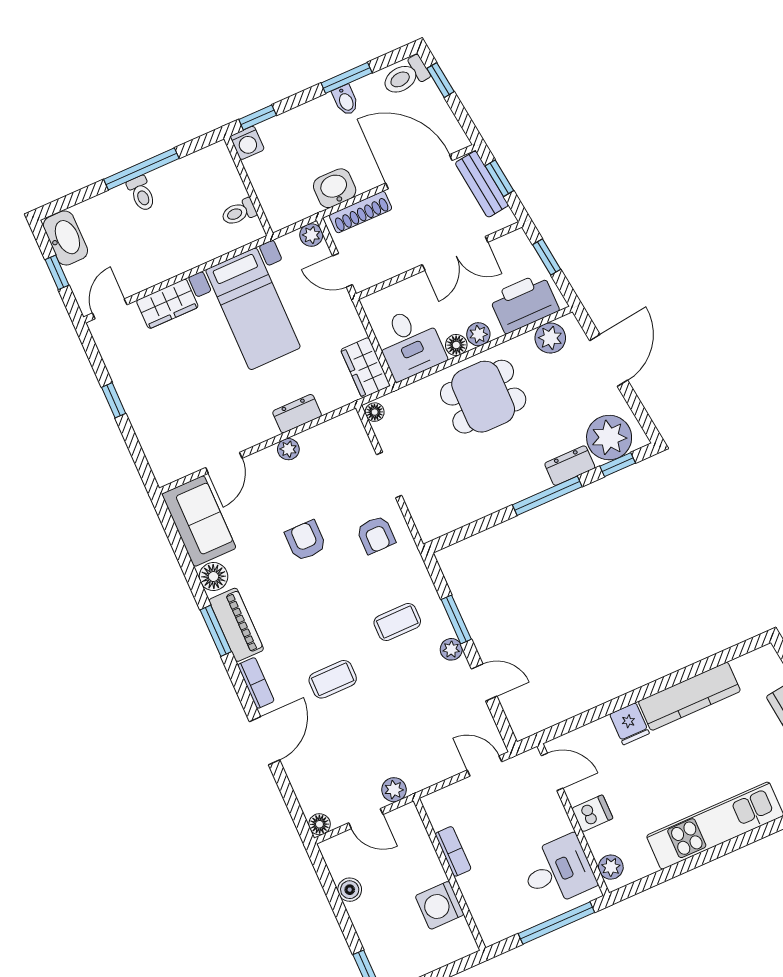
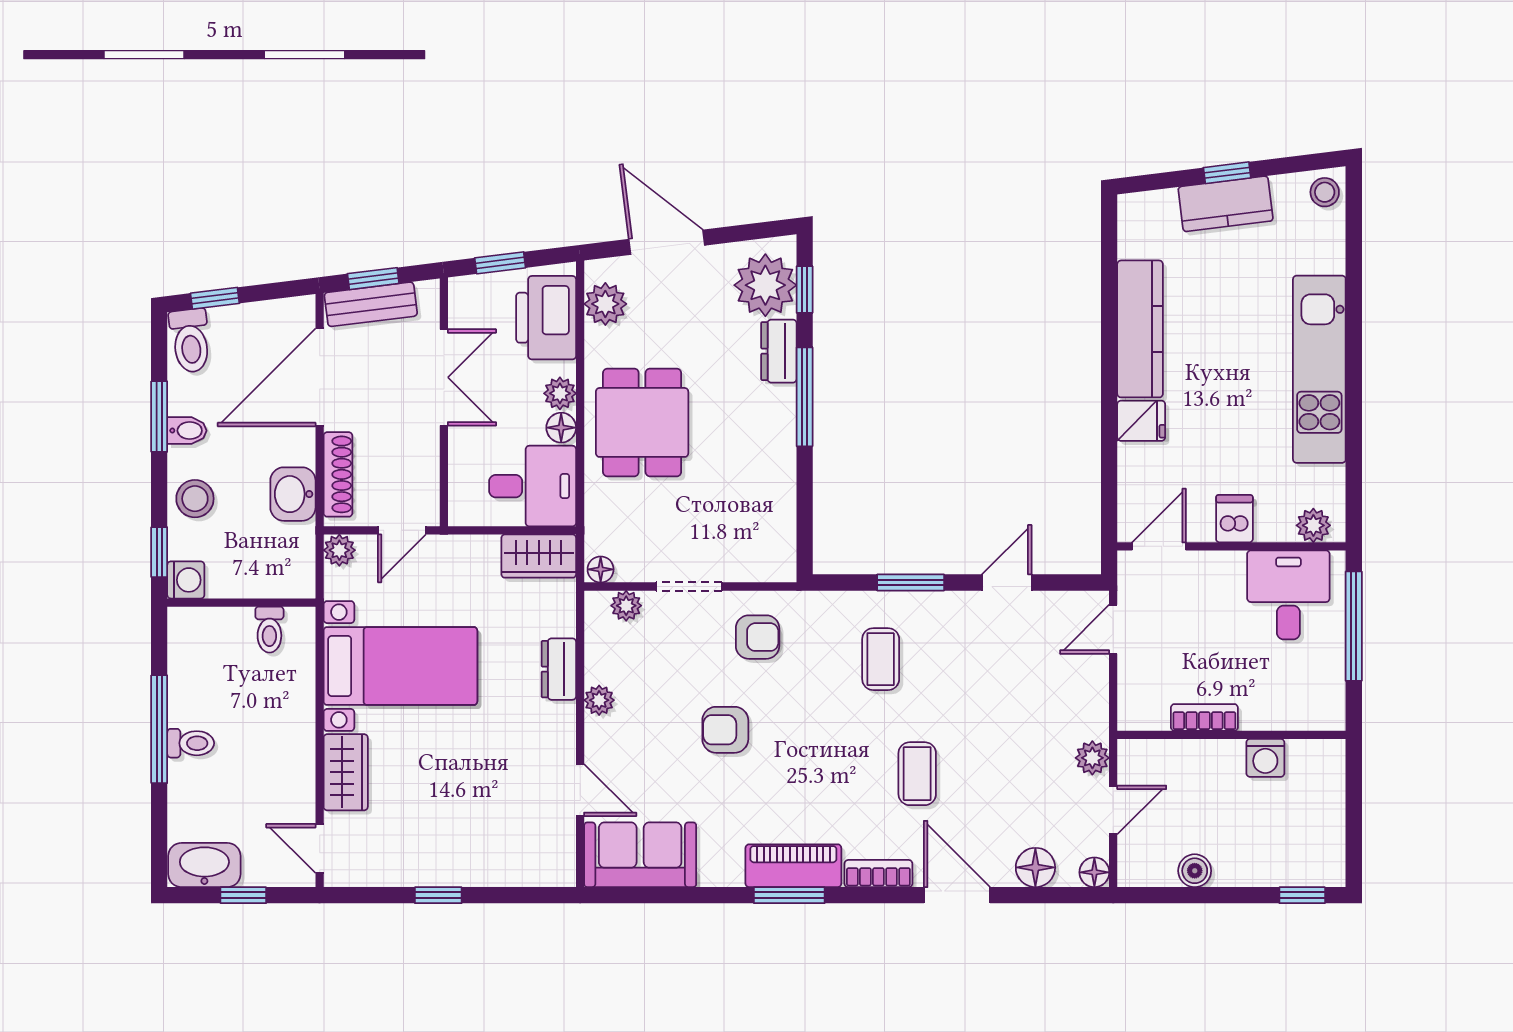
stool: (303, 125) -> (195, 499), added
floor lamp: (213, 577) -> (1035, 867), moved
plant: (451, 649) -> (626, 606), moved
washing machine: (440, 905) -> (1265, 758), width x0.73, depth x0.73

